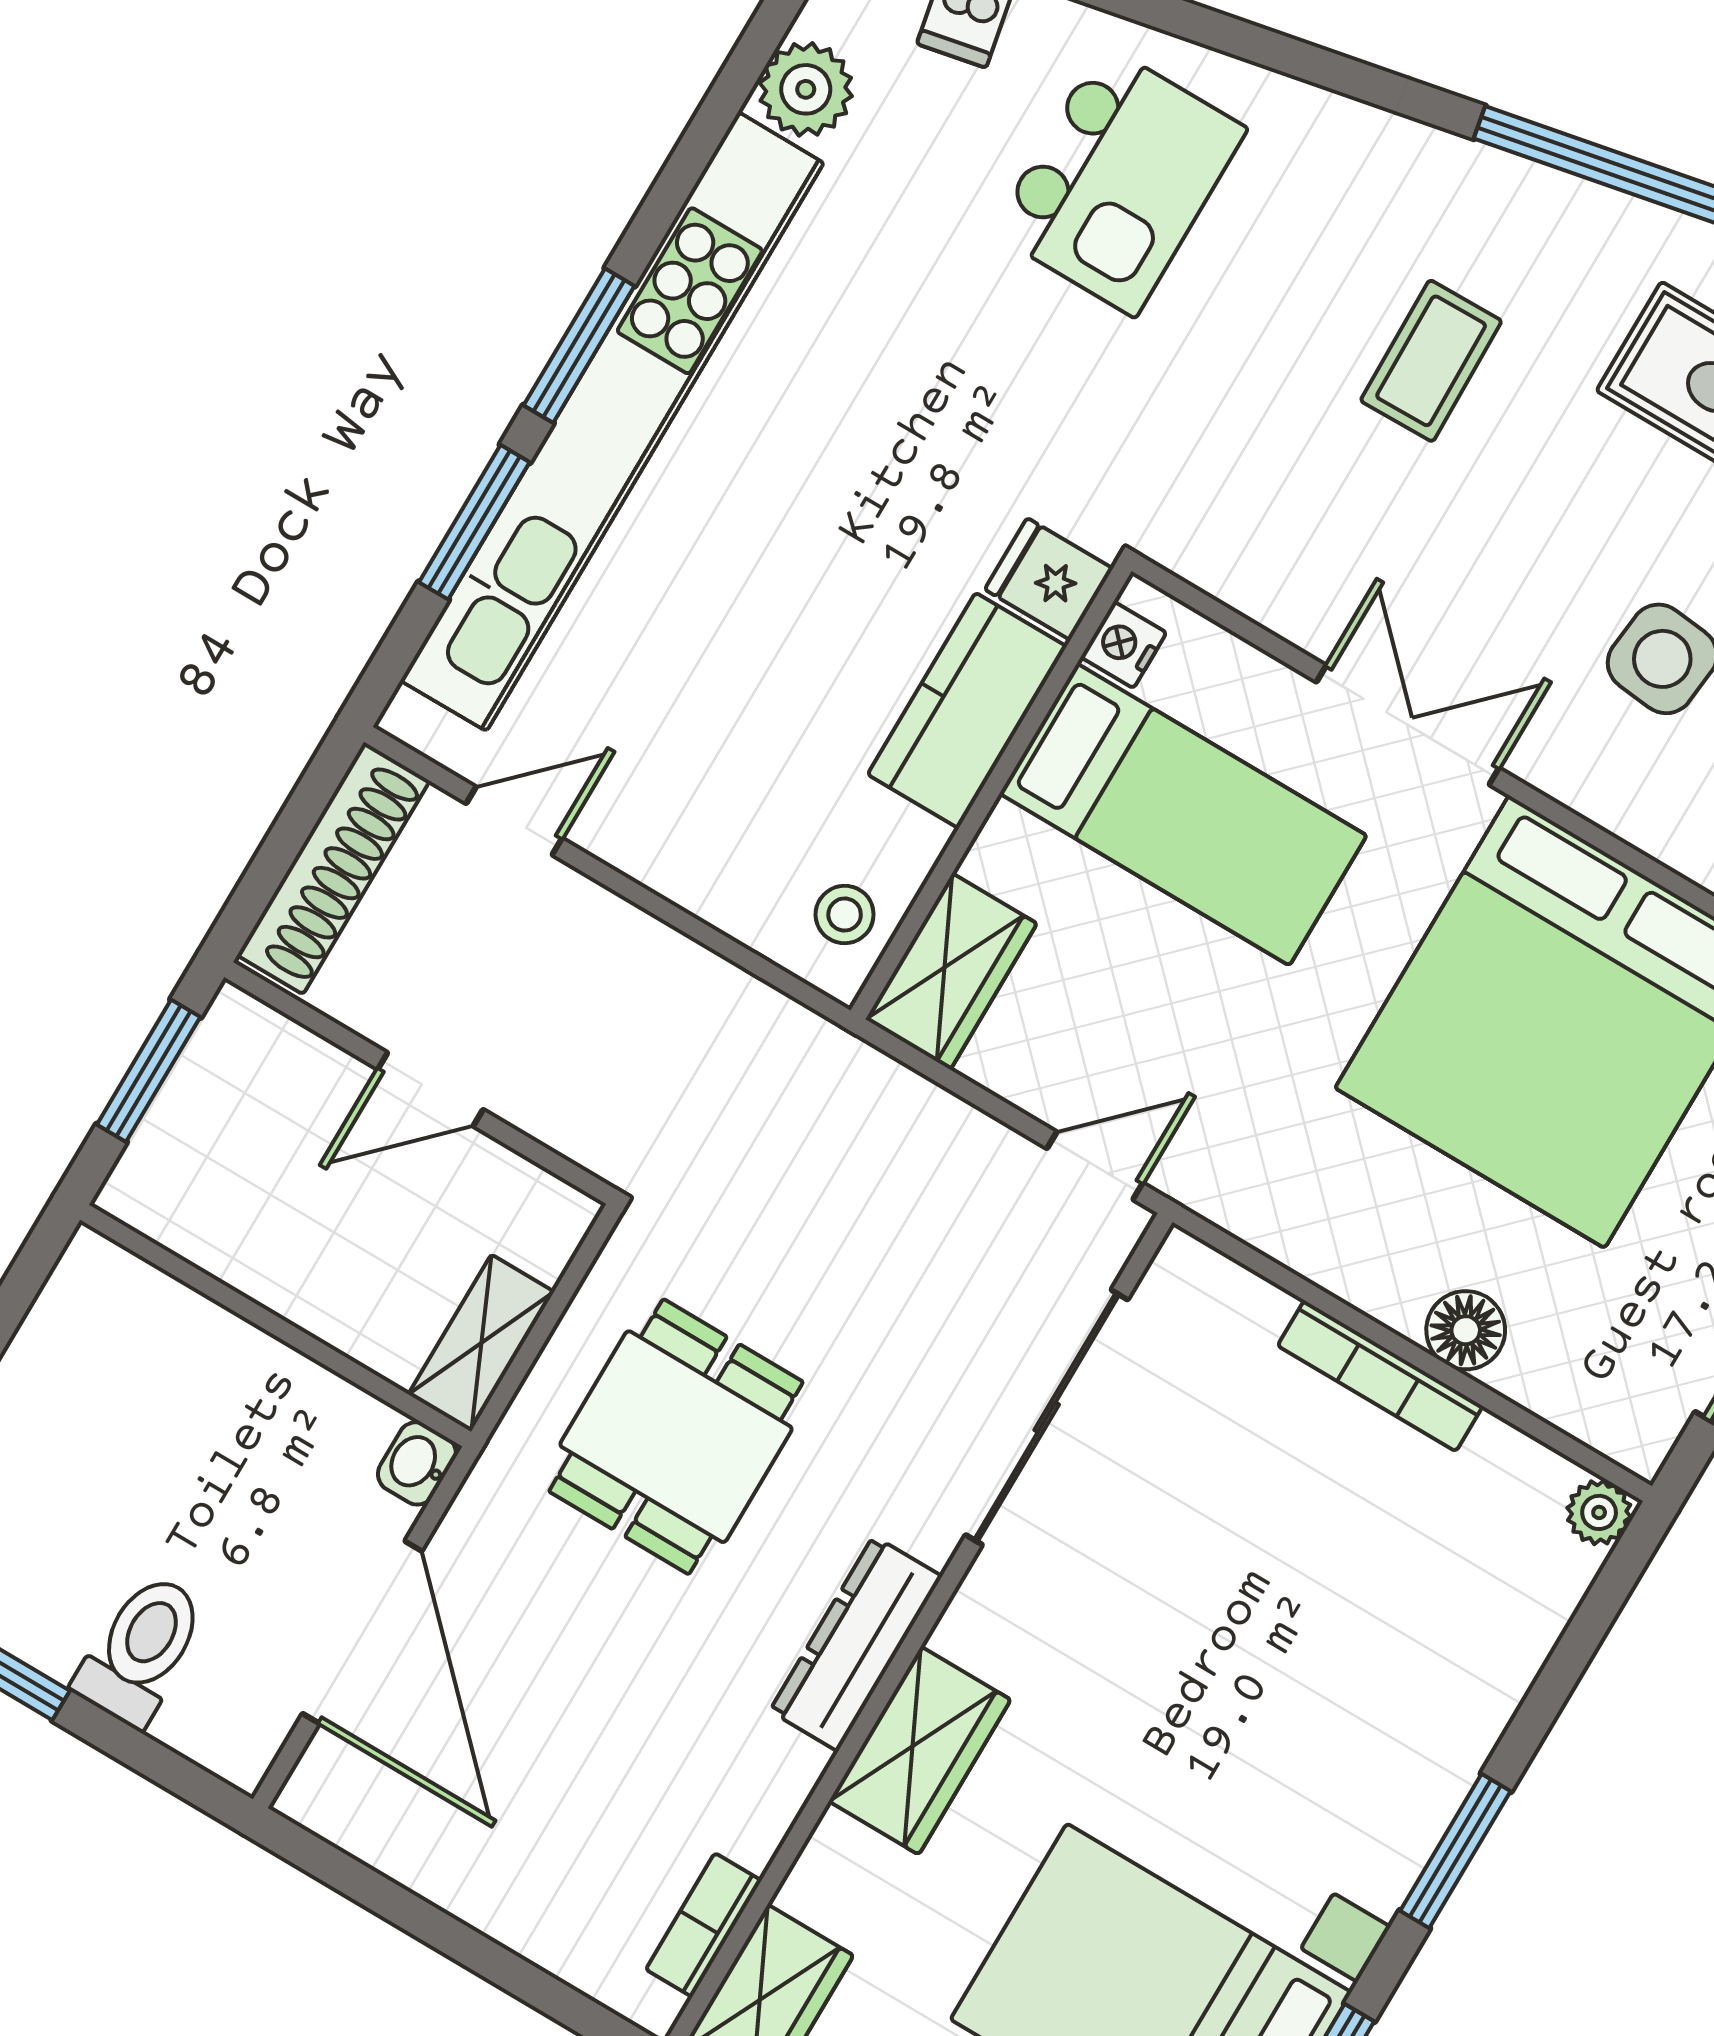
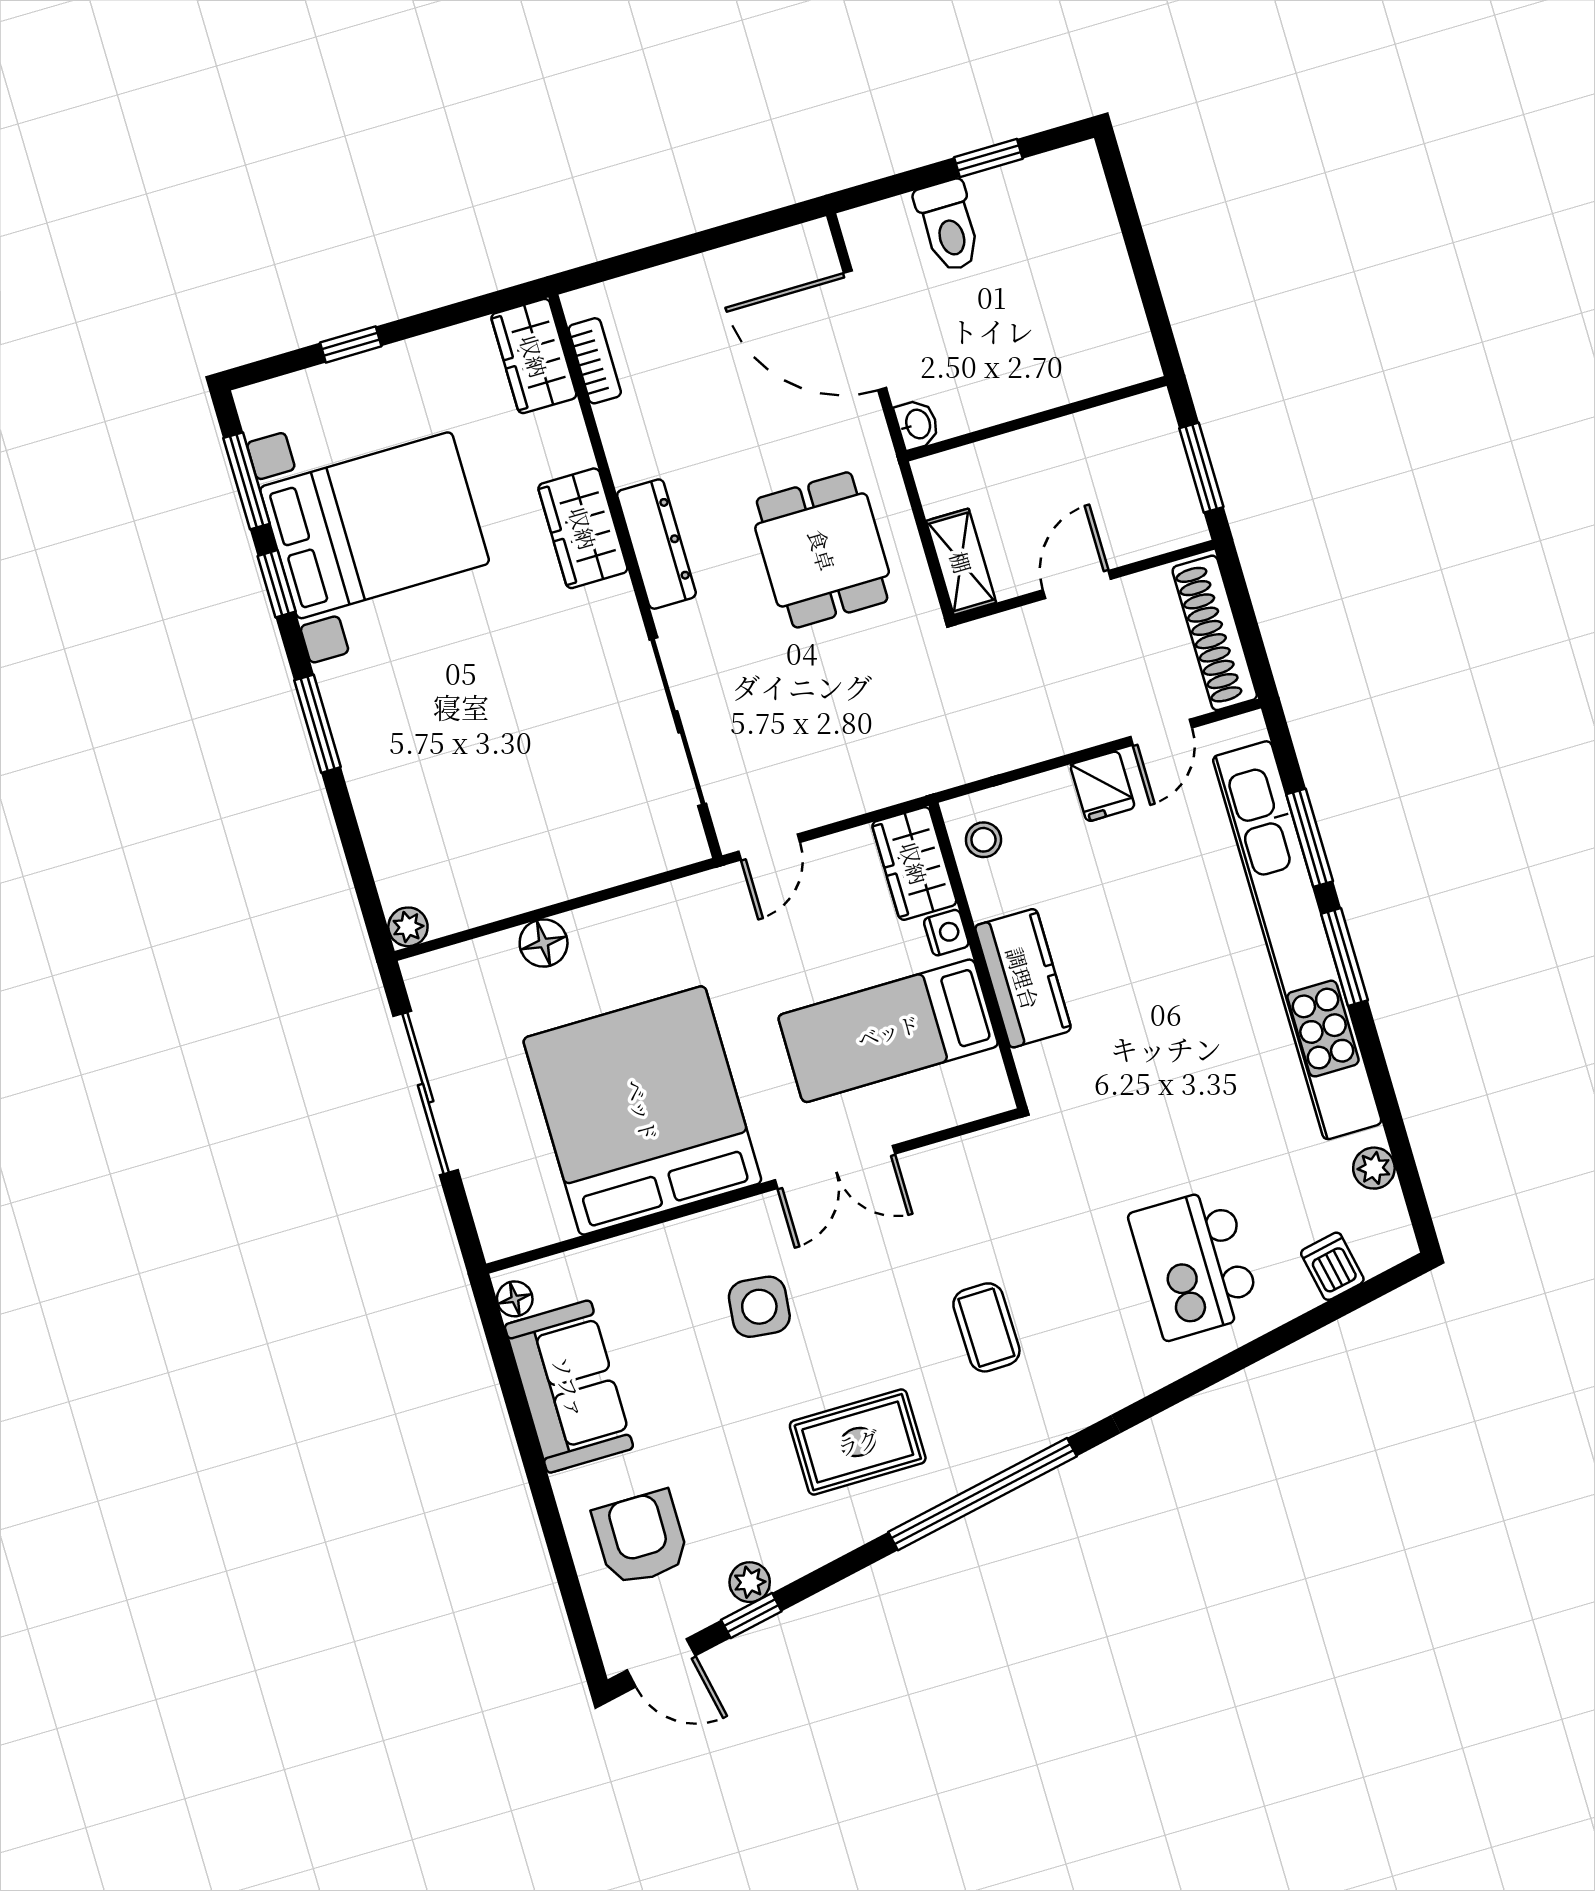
plant: (806, 89) -> (1374, 1168), width x0.73, depth x0.73
fridge: (1049, 579) -> (1103, 786), moved, turned 90
nightstand: (1123, 645) -> (946, 933), moved
shelving: (481, 1343) -> (961, 562), moved
bookcase: (1380, 1376) -> (559, 886), removed

